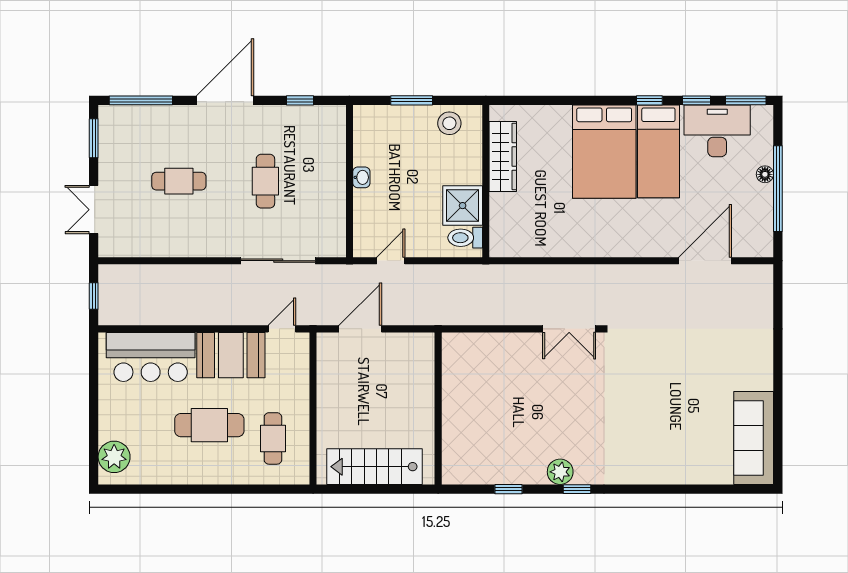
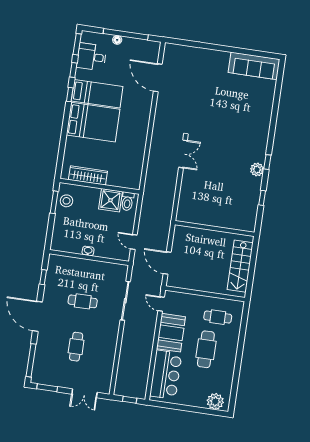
window: (412, 100) -> (54, 202), moved
desk: (717, 131) -> (92, 57), width x0.73

